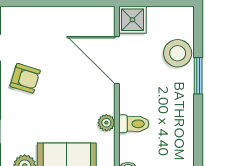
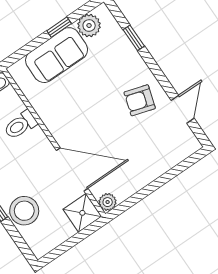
plant: (106, 123) -> (108, 202), moved

